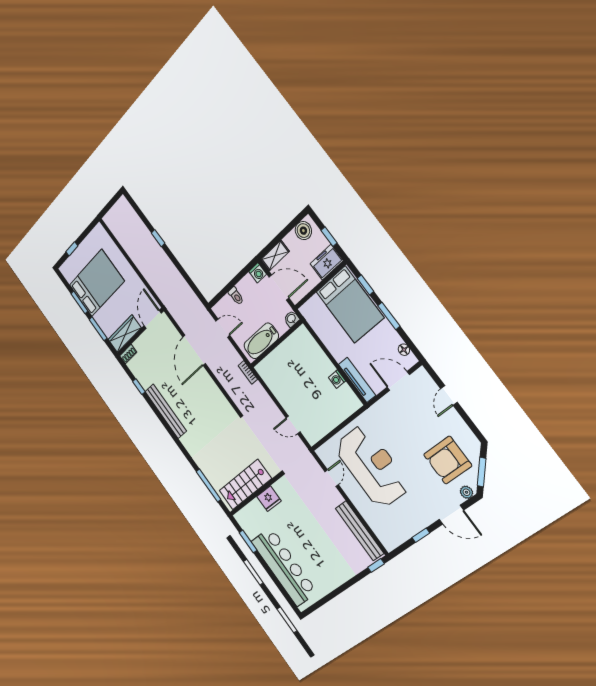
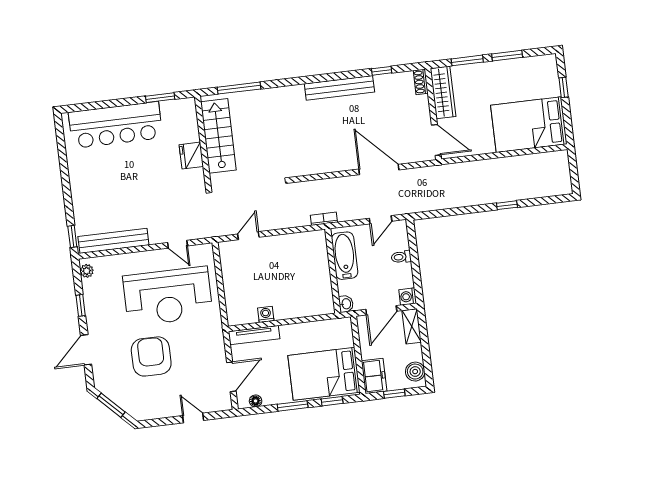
bed: (97, 283) -> (529, 125), moved, turned 90
armchair: (448, 460) -> (151, 356), moved
plant: (466, 492) -> (87, 271), moved

